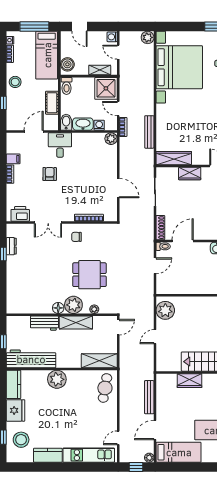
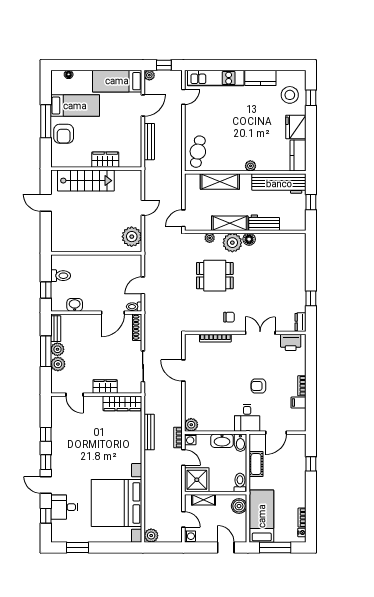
stool: (15, 82) -> (296, 487), removed
washing machine: (99, 125) -> (190, 439), moved
armchair: (50, 174) -> (258, 386), turned 90
dresser: (11, 246) -> (301, 322), moved
shelving: (99, 361) -> (220, 181), moved
plant: (57, 379) -> (250, 166), width x0.53, depth x0.53

